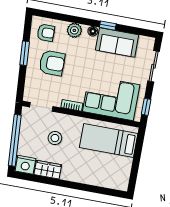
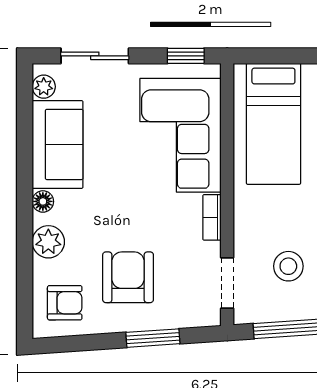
window: (108, 26) -> (25, 171), removed
armchair: (46, 33) -> (65, 303), turned 90
plant: (144, 41) -> (44, 87), added
window: (25, 53) -> (153, 338), moved
stool: (55, 138) -> (288, 266), moved

